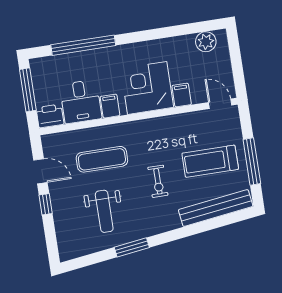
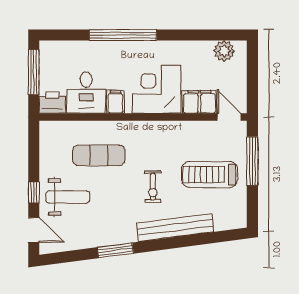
window: (83, 45) -> (123, 35), moved
filing cabinet: (182, 95) -> (199, 102), width x2.00
window: (252, 162) -> (252, 161), moved
door: (40, 171) -> (34, 230), moved
bench: (216, 208) -> (175, 228), moved
weight bench: (104, 211) -> (68, 197), moved, turned -90

